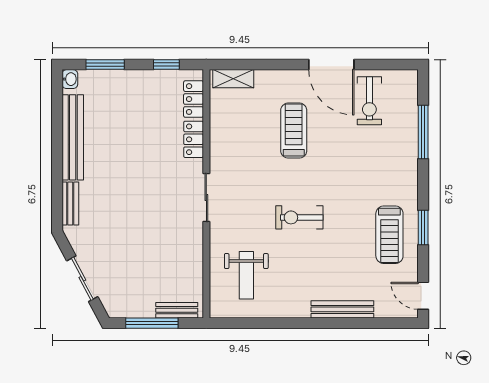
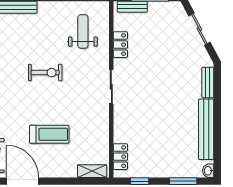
treadmill: (294, 131) -> (49, 134), turned -90
locker: (194, 139) -> (120, 45), moved

